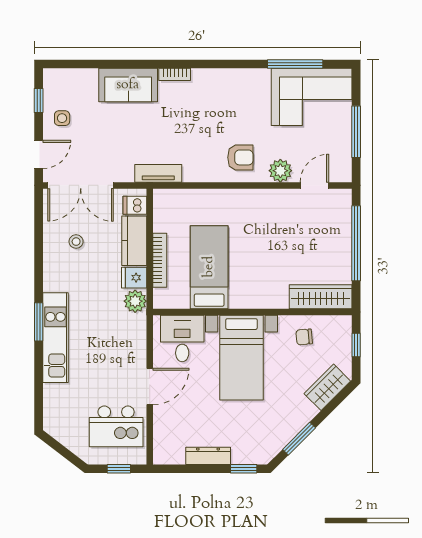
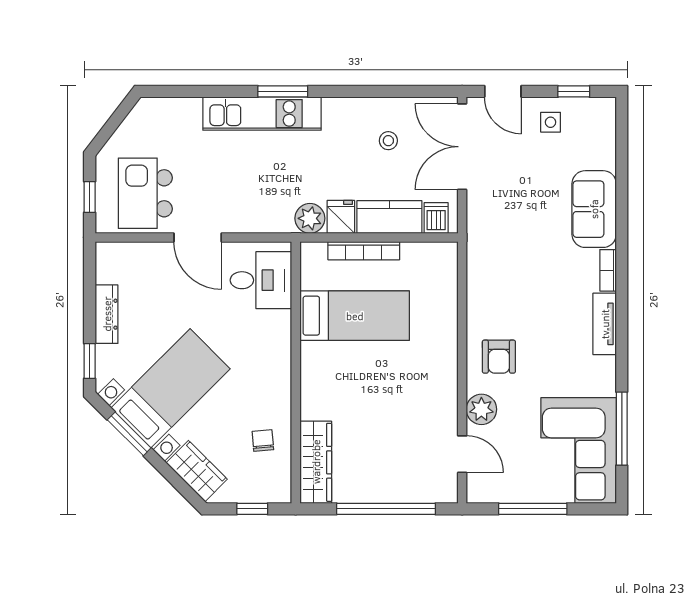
tv unit: (158, 173) -> (605, 324), moved, turned 180
bed with nightstands: (241, 358) -> (170, 388), moved, turned 135

